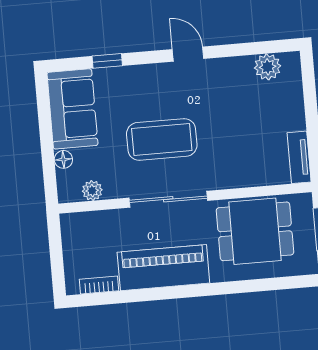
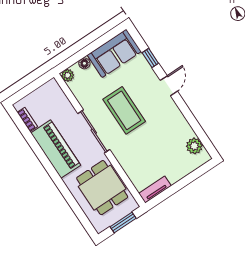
door: (188, 54) -> (169, 86), moved
plant: (92, 191) -> (68, 75), moved

